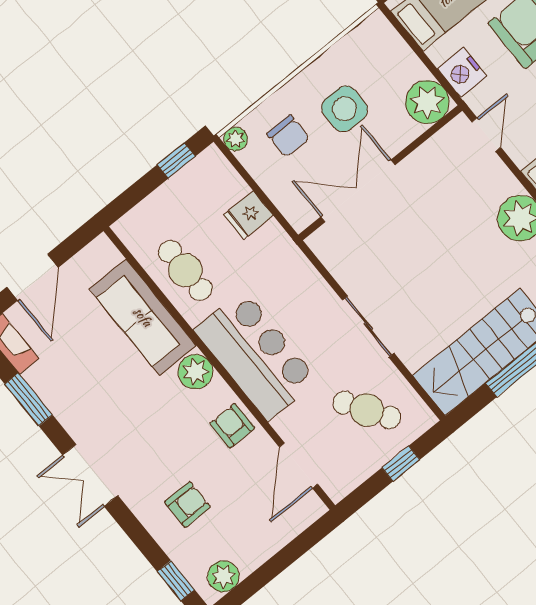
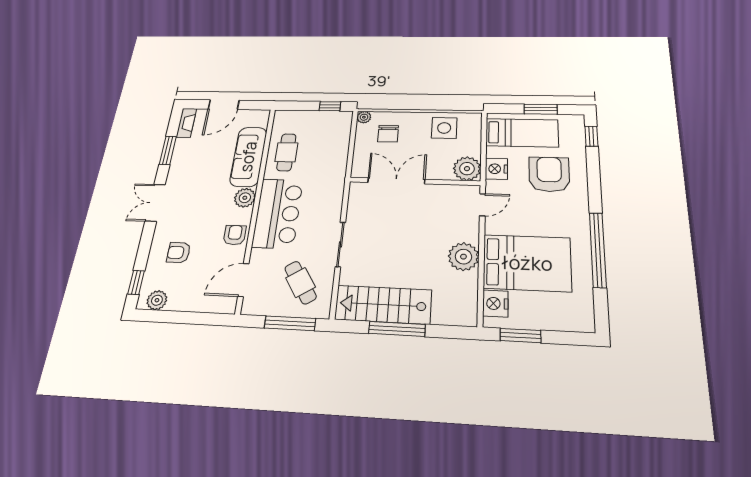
side table: (345, 109) -> (444, 128), moved
fridge: (248, 215) -> (337, 152), removed
window: (401, 464) -> (290, 323), width x2.17
armchair: (188, 505) -> (179, 253), turned 180

